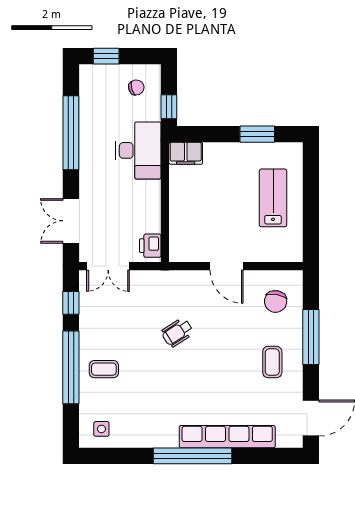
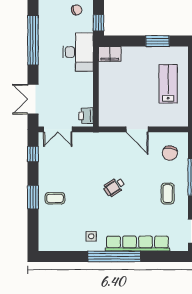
wheelchair: (177, 332) -> (114, 187), moved
window: (71, 367) -> (33, 197), width x0.47
side table: (101, 429) -> (91, 236), moved

